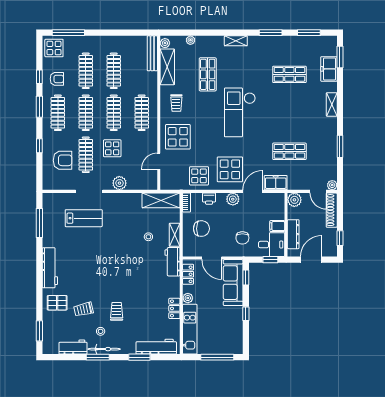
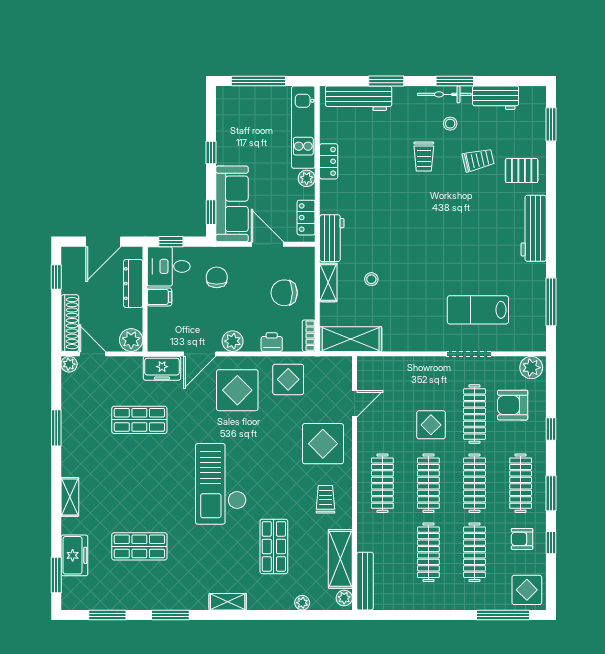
checkout: (240, 112) -> (221, 484), turned 180
plant: (119, 183) -> (531, 368), moved

